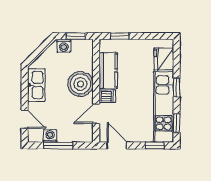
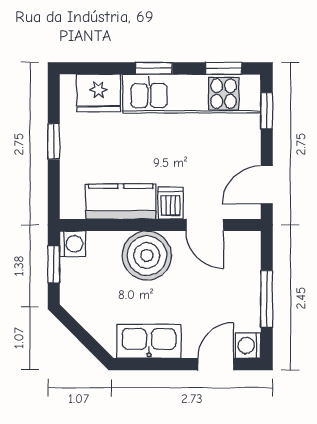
window: (120, 36) -> (54, 142), moved
washing machine: (64, 46) -> (72, 244), moved
washing machine: (50, 136) -> (248, 346), moved

